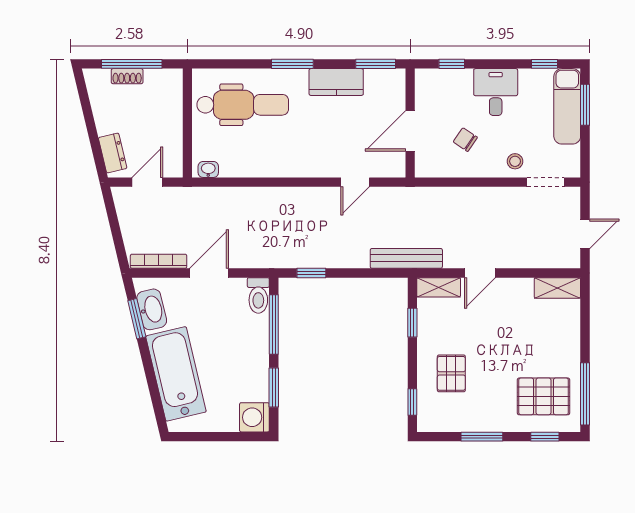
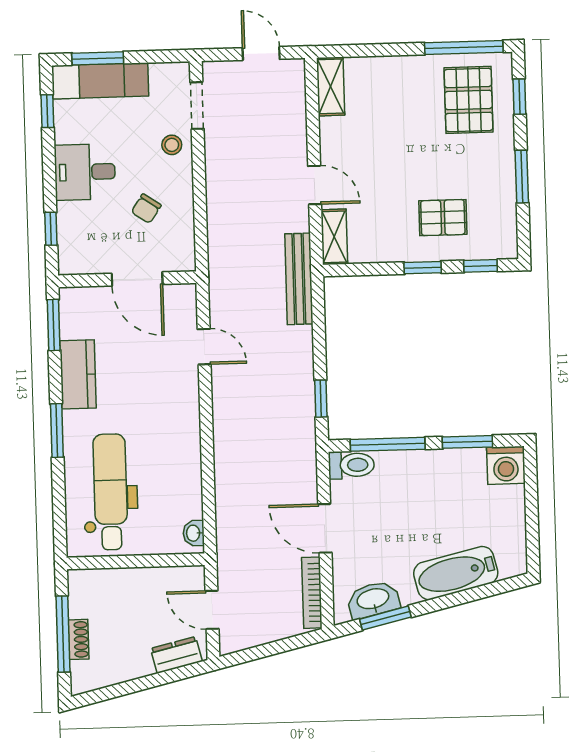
window: (412, 323) -> (423, 268), moved
bathtub: (176, 374) -> (456, 573), width x0.73, depth x0.73

